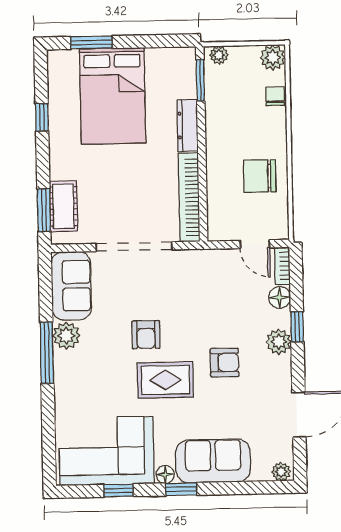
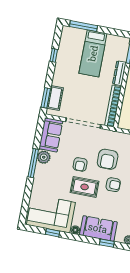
window: (91, 43) -> (84, 26), width x1.44
bed: (113, 96) -> (93, 53), width x0.67
armchair: (201, 311) -> (108, 159), added
window: (181, 489) -> (107, 243), moved

